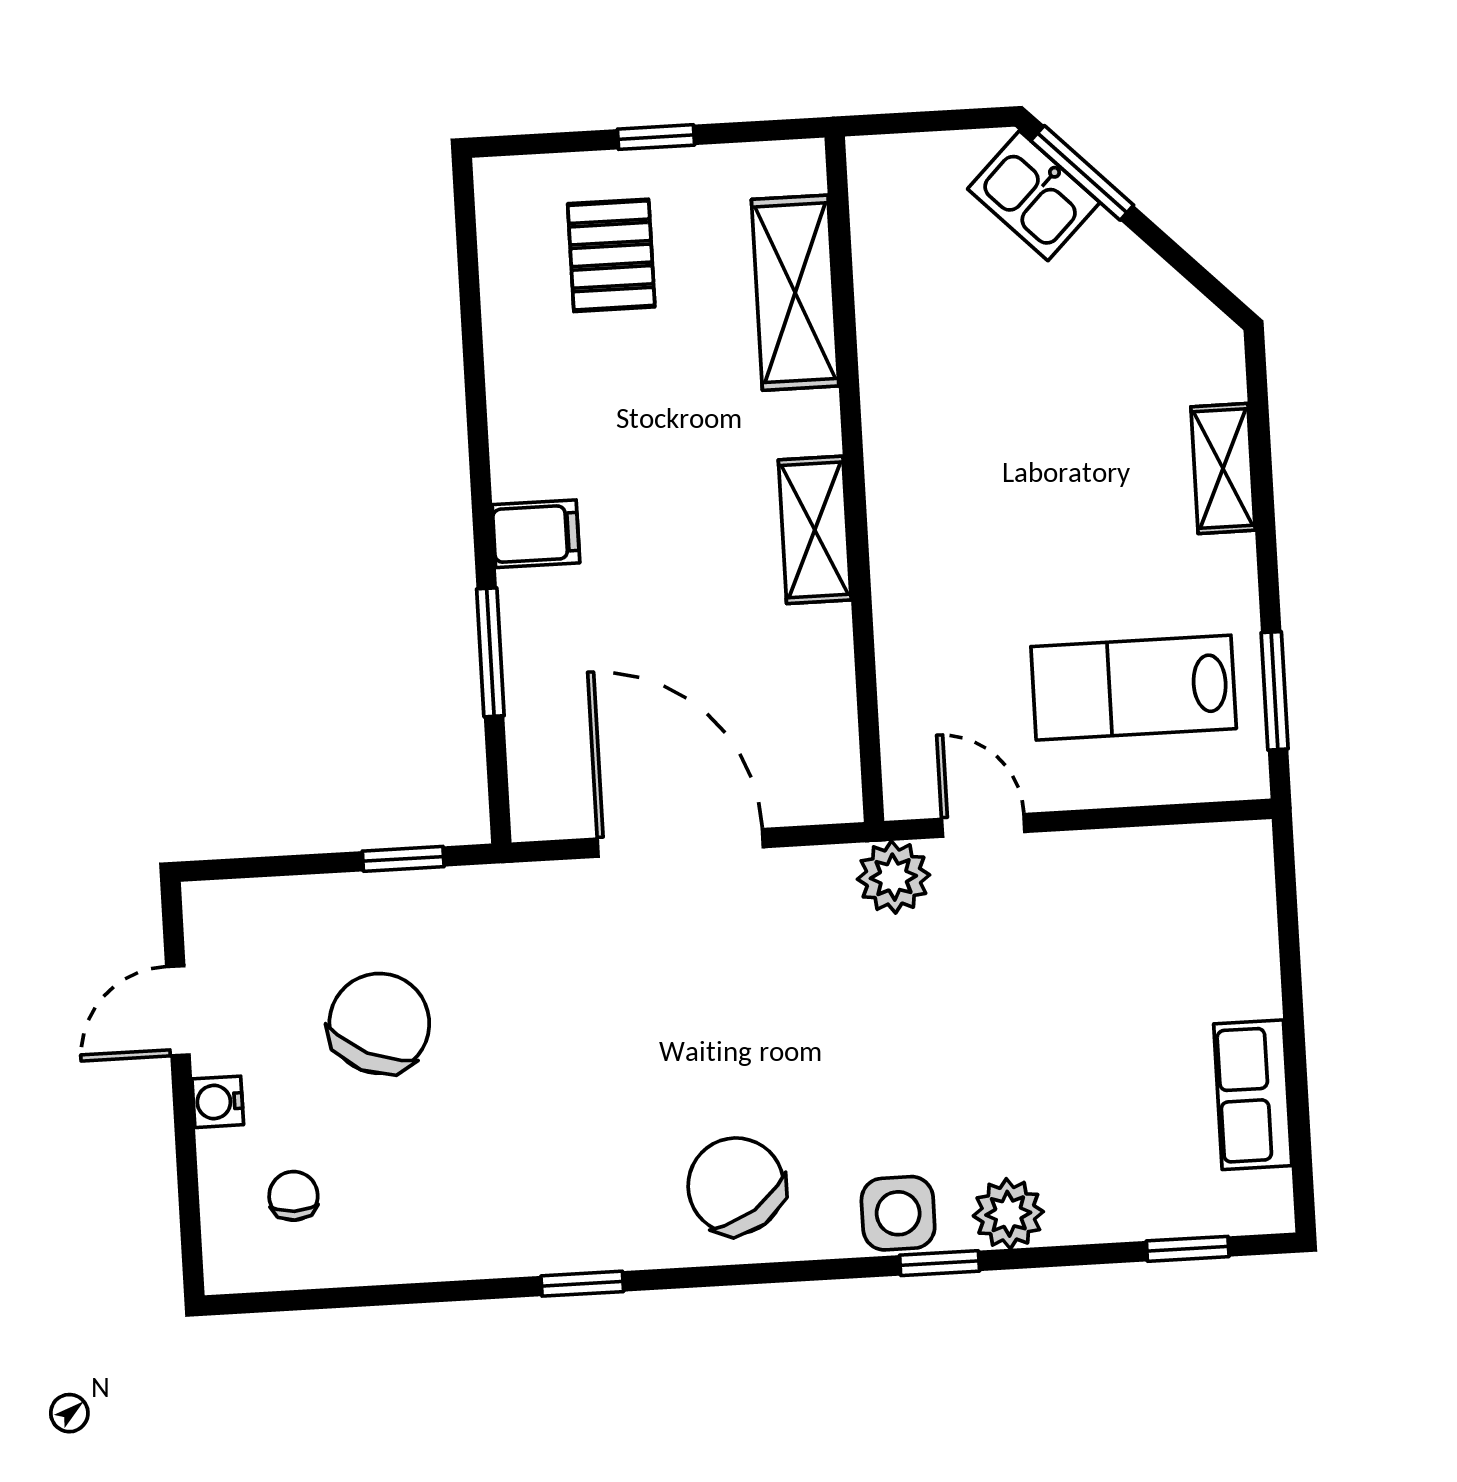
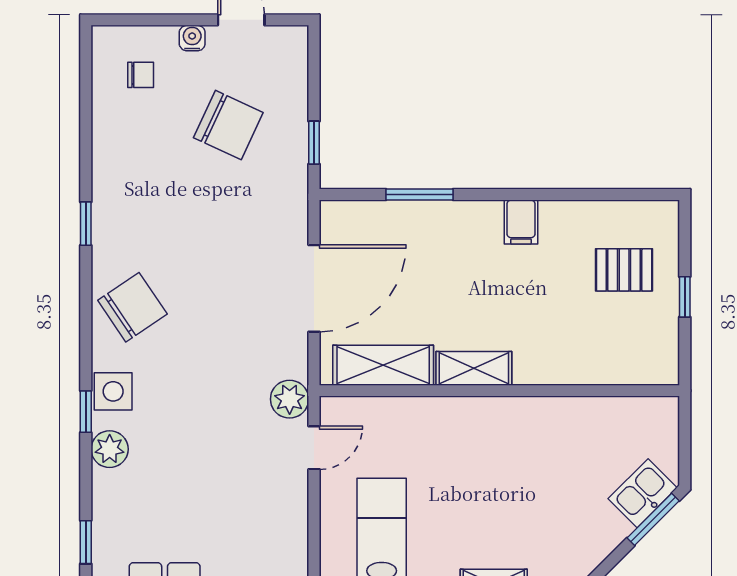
shelving: (795, 293) -> (383, 365), moved
filing cabinet: (536, 534) -> (521, 222), moved

